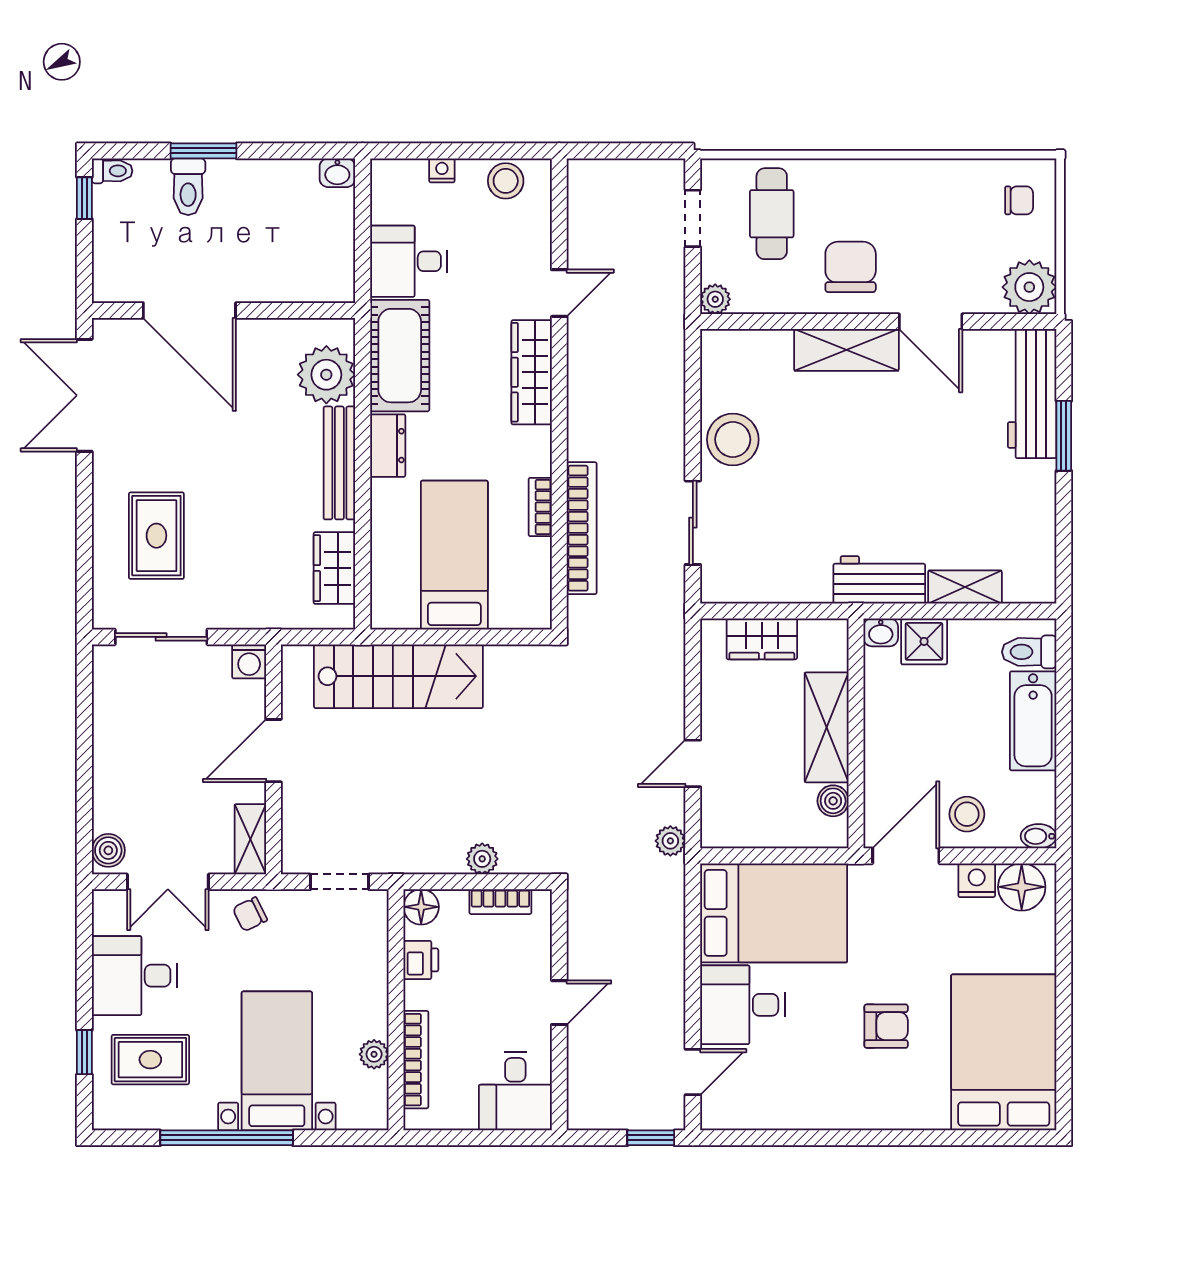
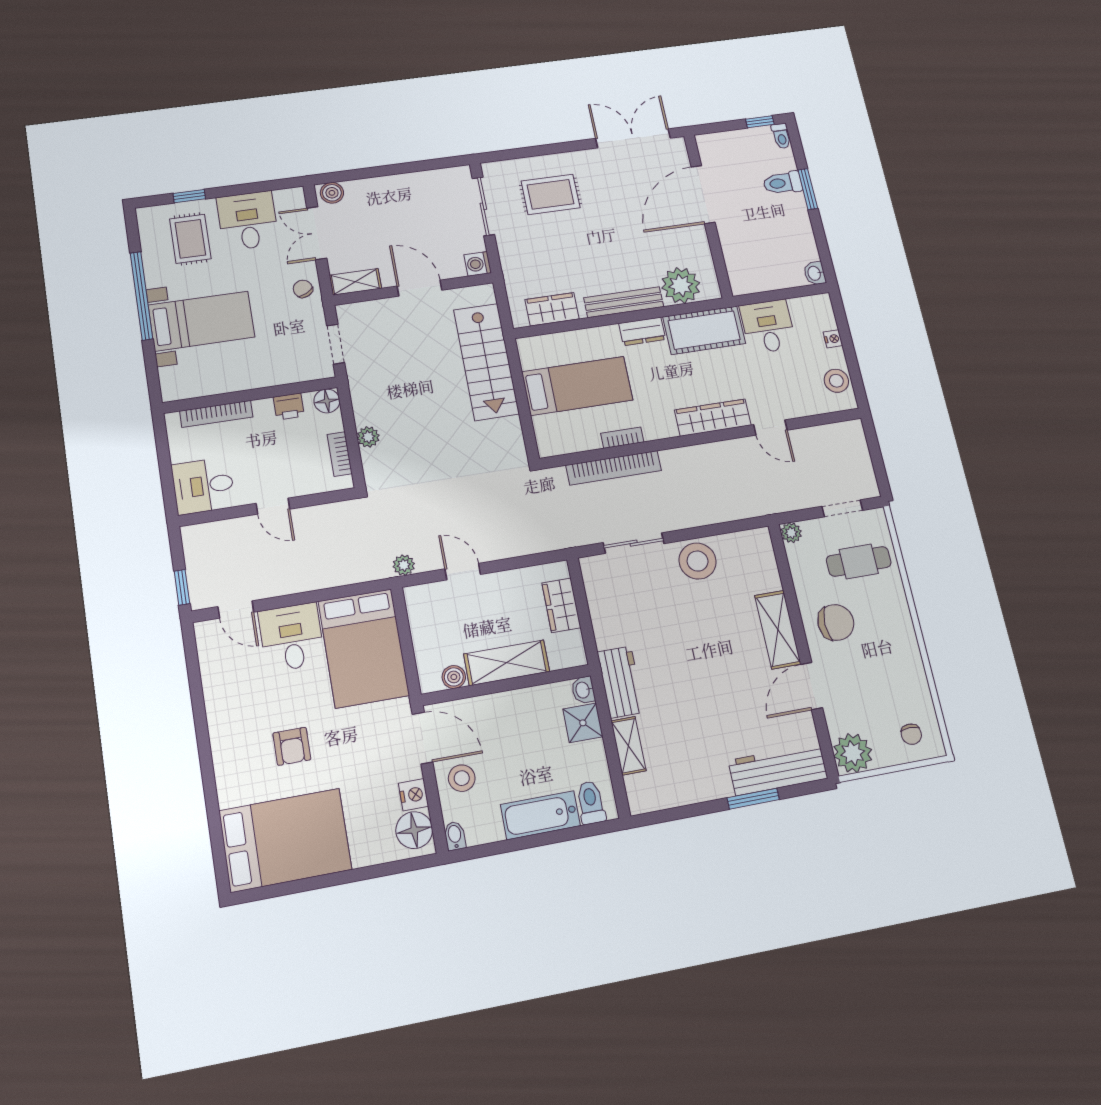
plant: (374, 1054) -> (216, 385), removed

